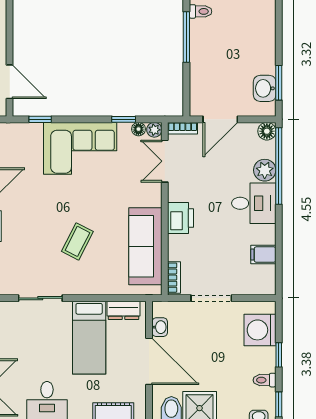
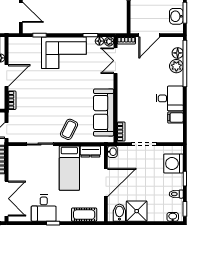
floor lamp: (267, 131) -> (178, 53), moved
desk: (254, 203) -> (170, 98), moved
printer: (181, 218) -> (125, 95), removed
coffee table: (77, 241) -> (69, 129), moved
washbasin: (160, 327) -> (112, 152), moved
door: (149, 361) -> (106, 183), hinge flipped

